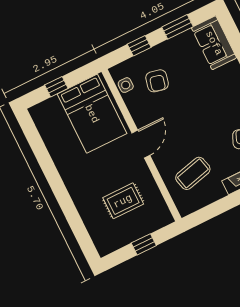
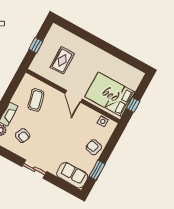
window: (139, 46) -> (110, 147), removed
armchair: (157, 81) -> (94, 147), moved
window: (56, 87) -> (133, 105), moved

